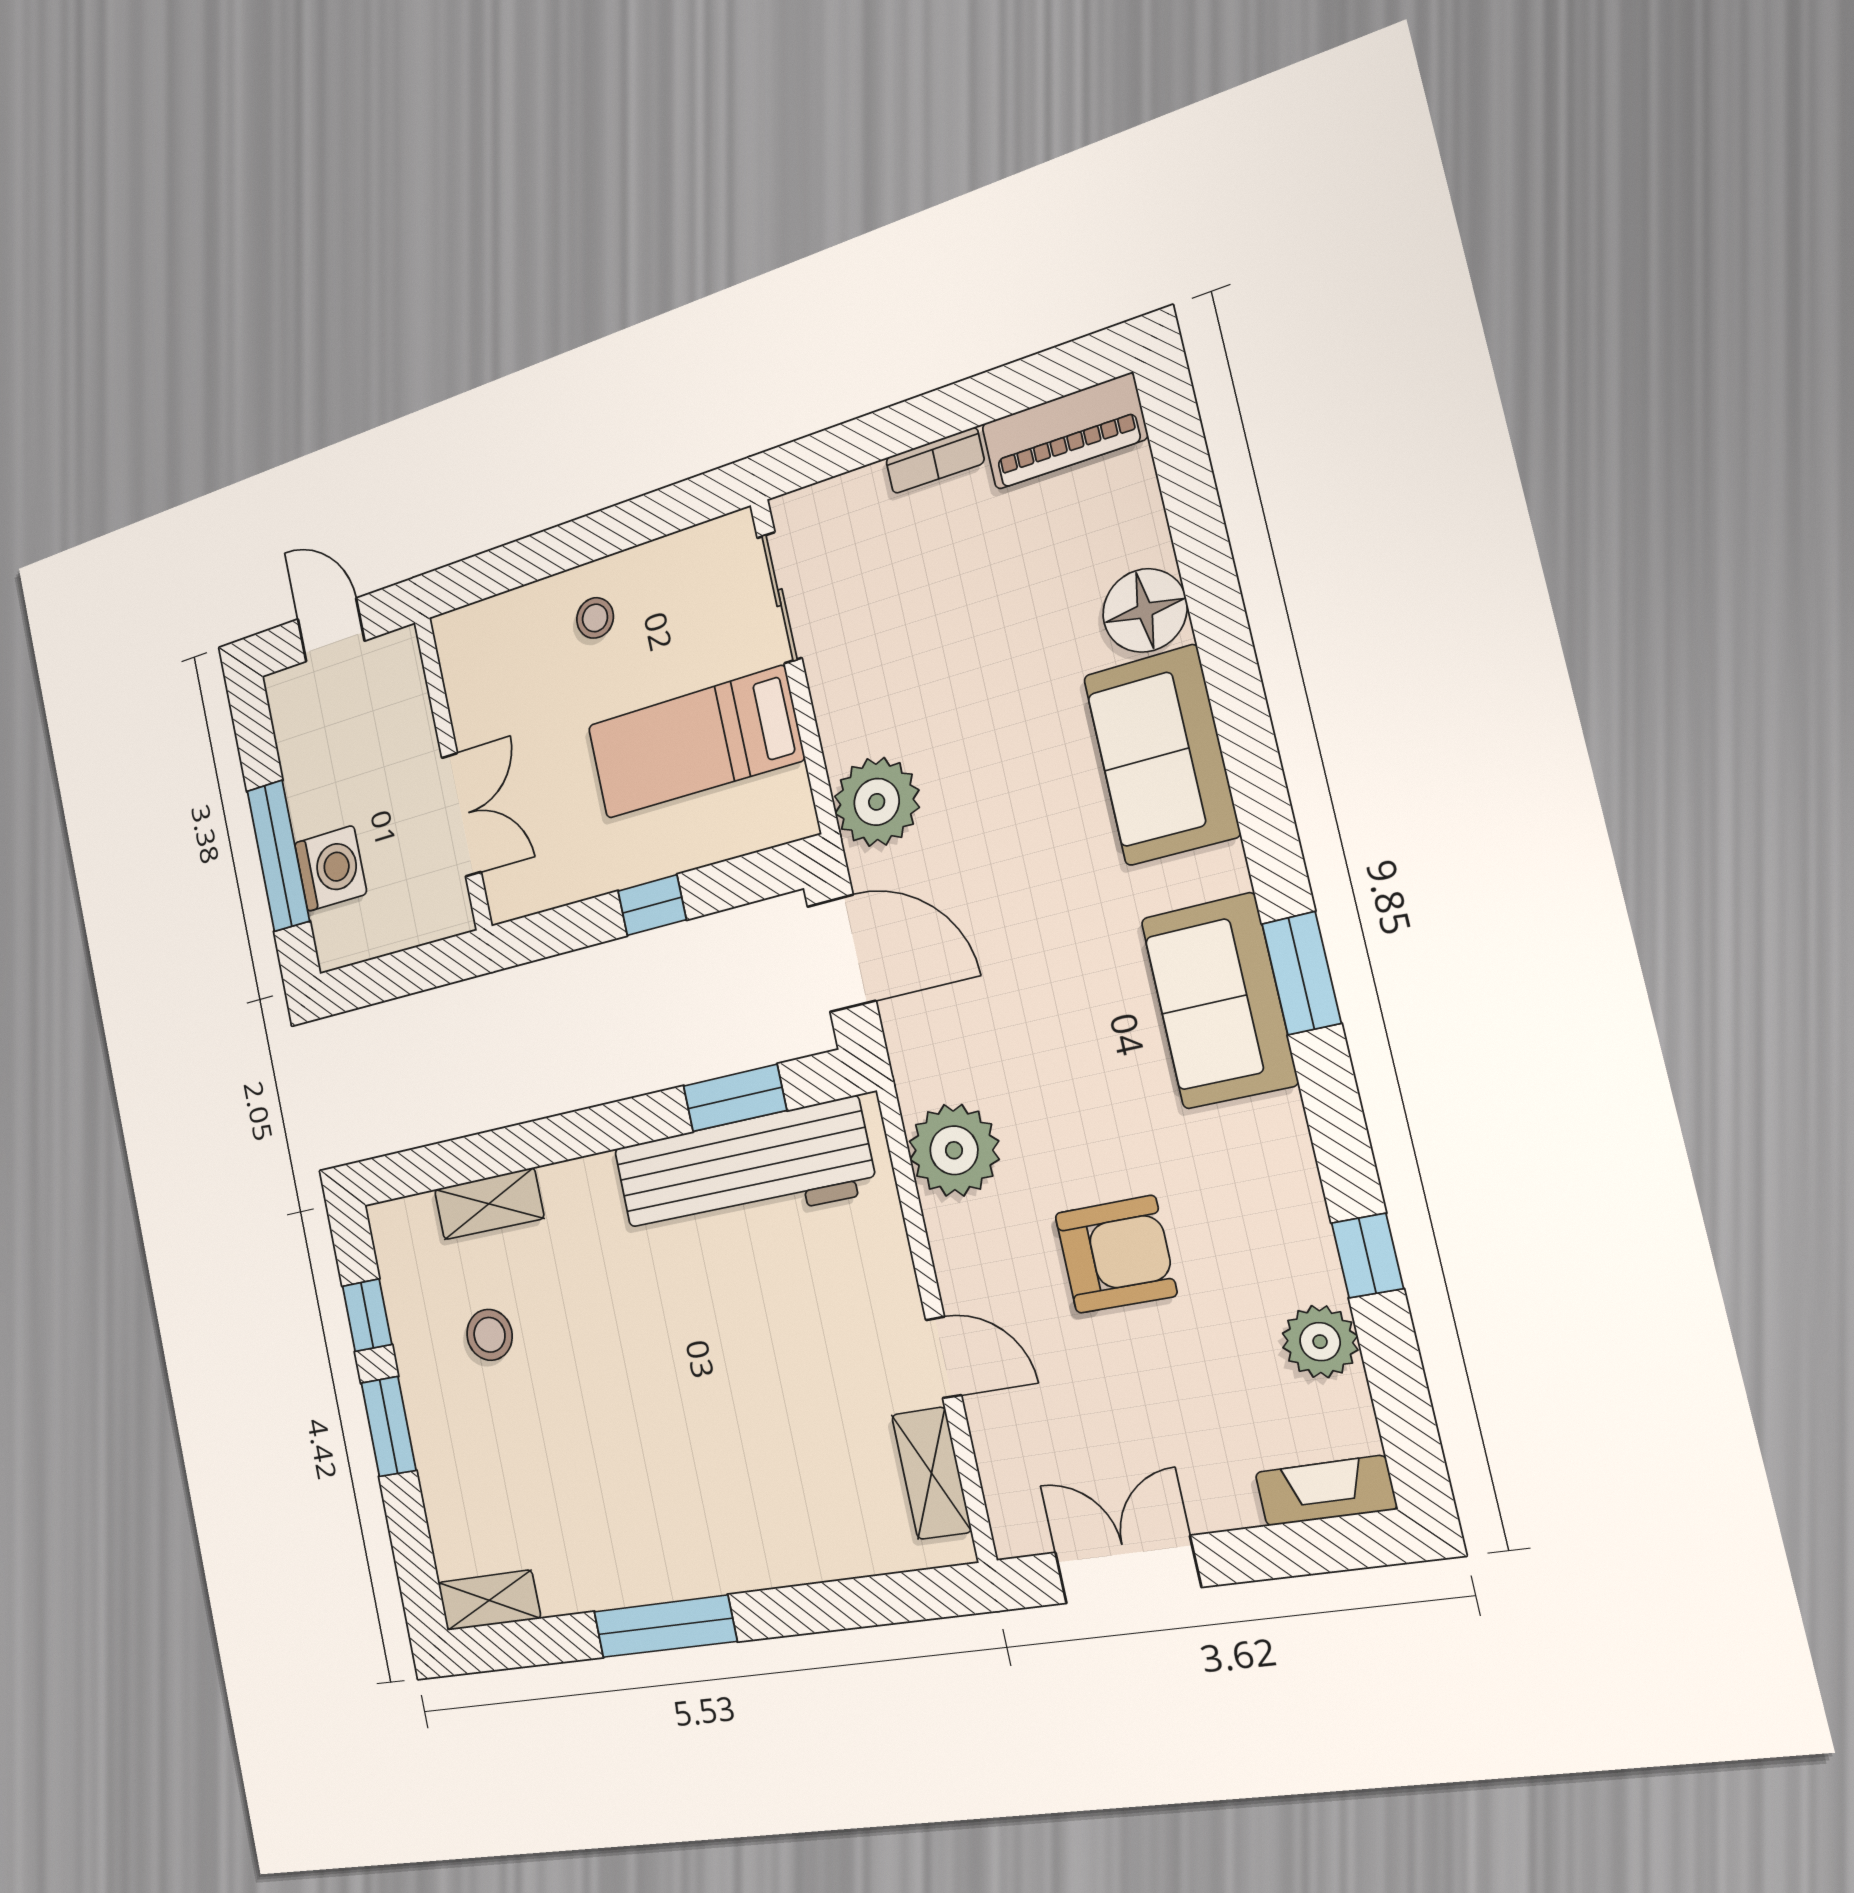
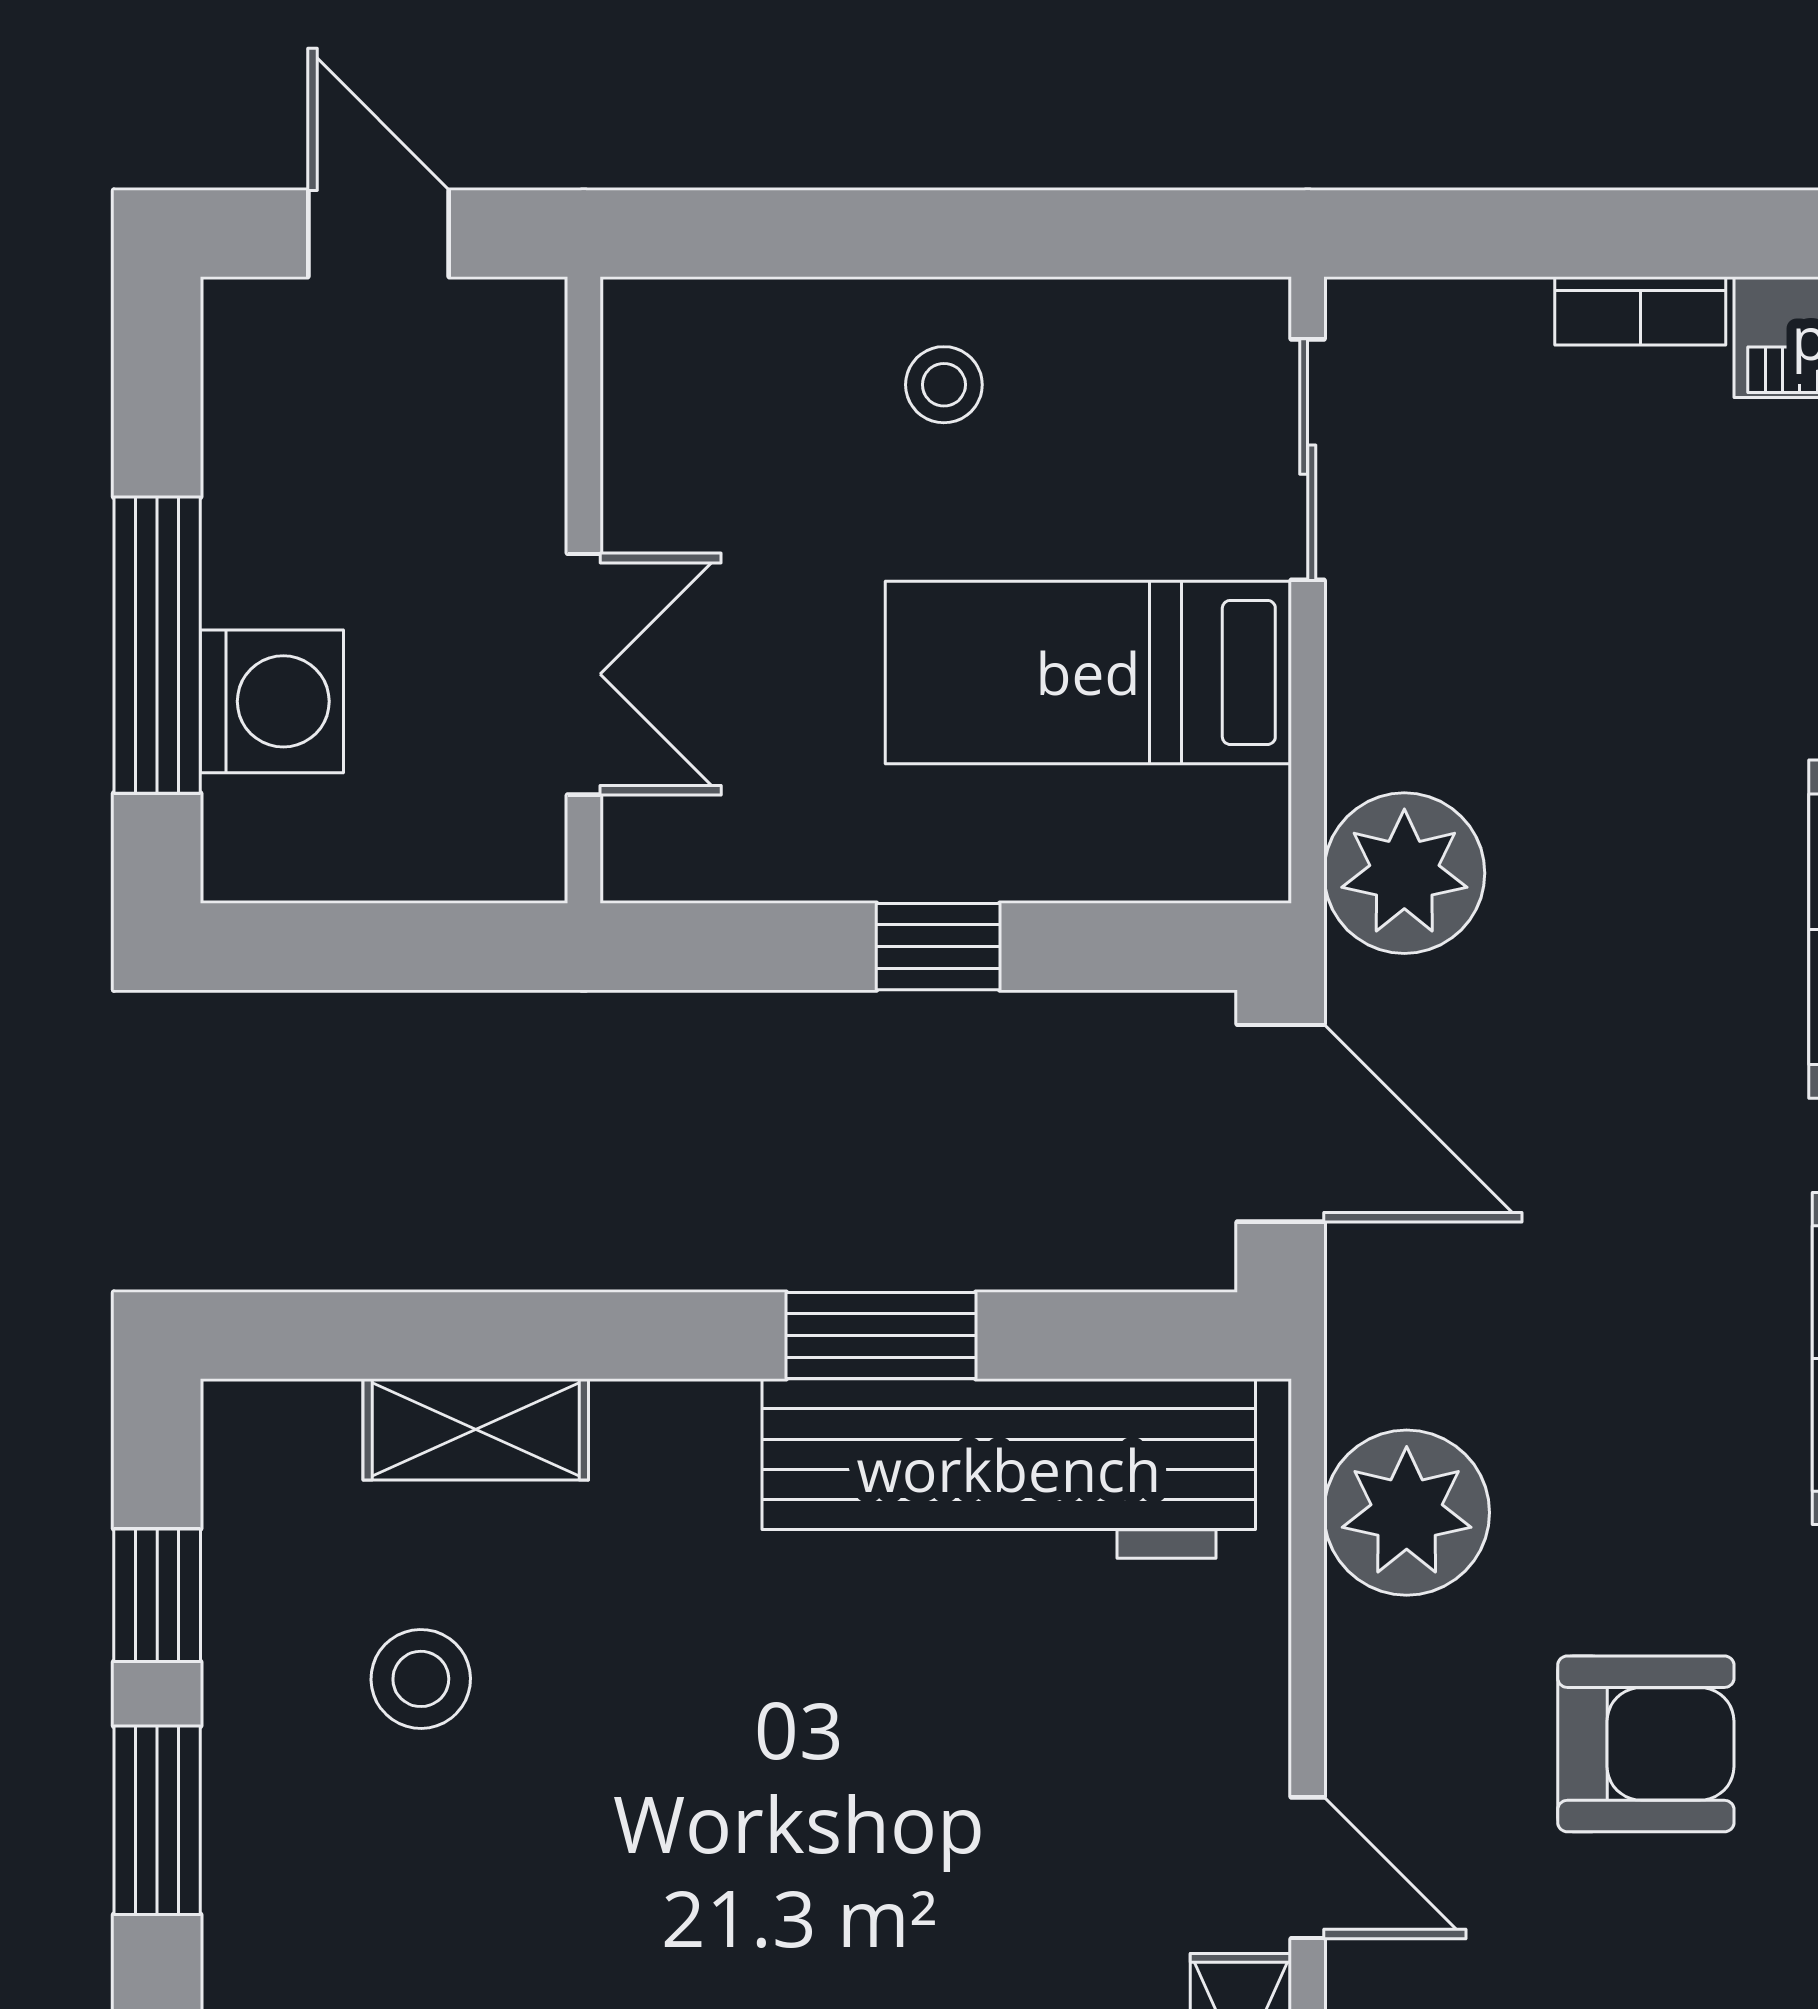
window: (735, 1098) -> (881, 1335), moved

